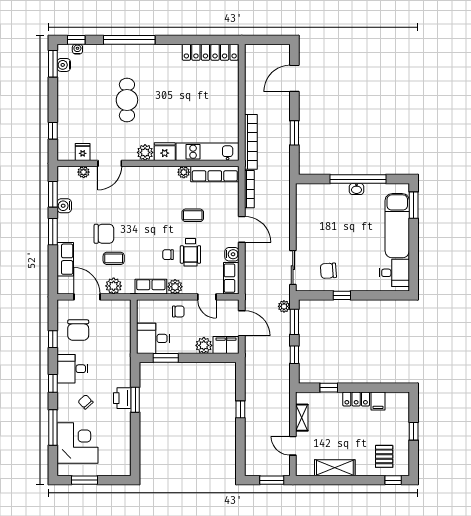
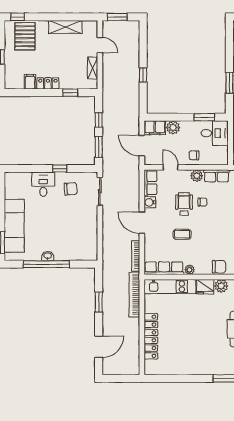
locker: (210, 52) -> (151, 336), moved, turned 90
chair: (148, 176) -> (219, 267), added
desk: (394, 273) -> (43, 184), moved, turned 90
plant: (284, 306) -> (107, 159), removed
pallet: (384, 456) -> (25, 36), width x1.50, depth x1.42

